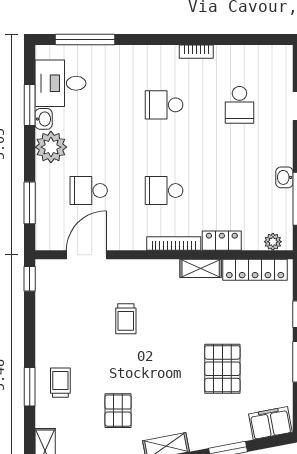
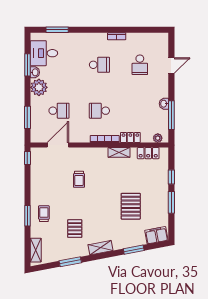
window: (85, 40) -> (57, 30), width x0.69
school desk: (164, 105) -> (99, 65), turned 180
school desk: (89, 191) -> (59, 111), turned 180
locker: (255, 270) -> (148, 153), width x0.66

